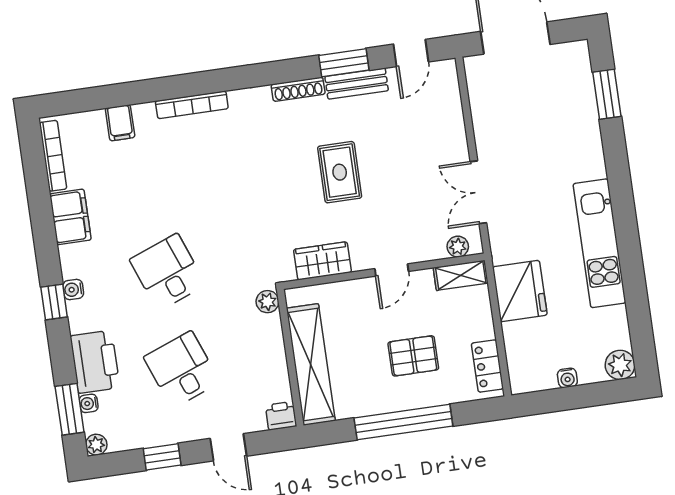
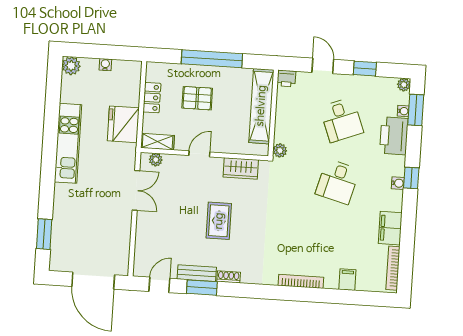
shoe rack: (298, 89) -> (229, 277), width x0.70
desk: (168, 272) -> (337, 182), turned 36
locker: (487, 366) -> (152, 98), moved

